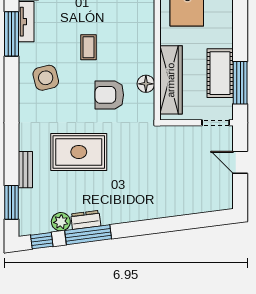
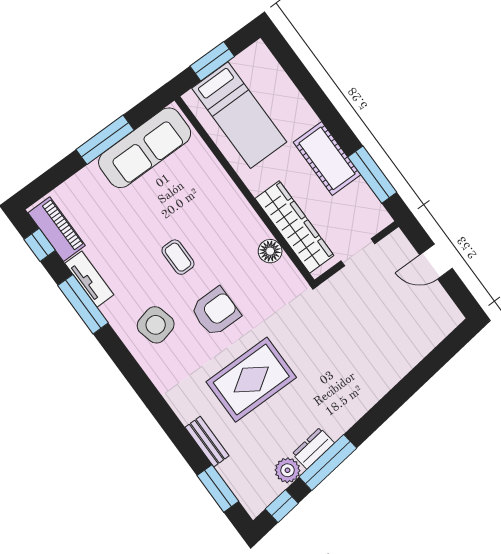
cot: (220, 73) -> (327, 158), moved
armchair: (109, 95) -> (215, 312), moved, turned 180
doorway: (216, 123) -> (358, 252), moved

